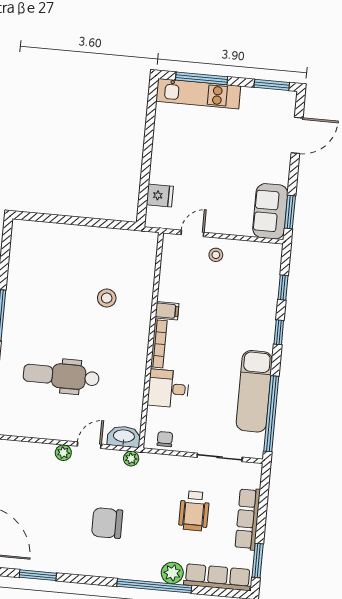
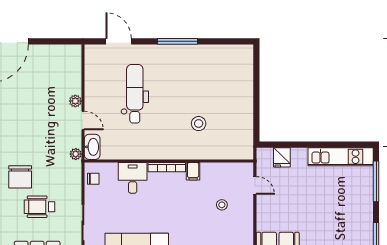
kitchen unit: (198, 94) -> (341, 157), moved, turned -90
stool: (216, 255) -> (222, 205), moved
chair: (107, 523) -> (20, 177), moved, turned 180

